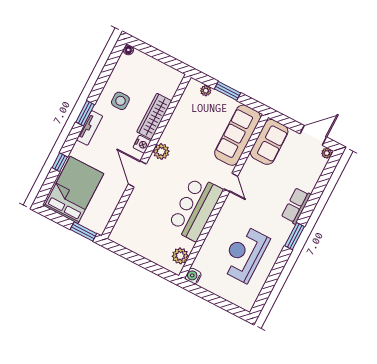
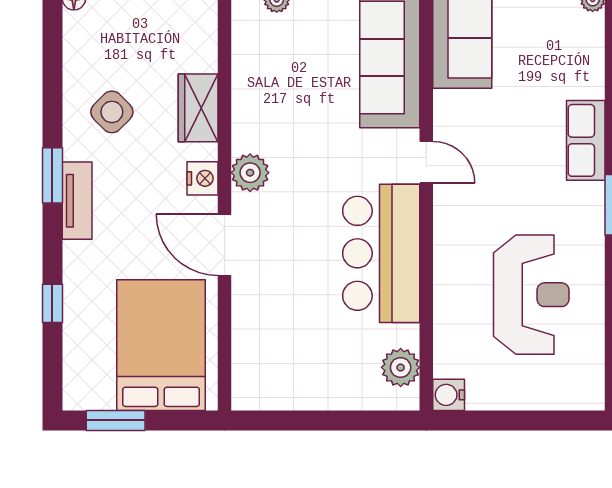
side table: (120, 101) -> (112, 112), turned 45
wardrobe: (154, 116) -> (198, 108), width x0.67
bed: (74, 190) -> (161, 345), moved
window: (83, 231) -> (116, 420), moved
reception desk: (245, 254) -> (531, 295), turned 180

